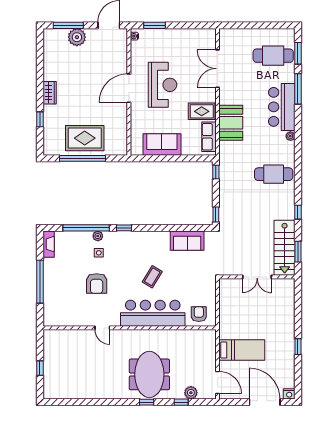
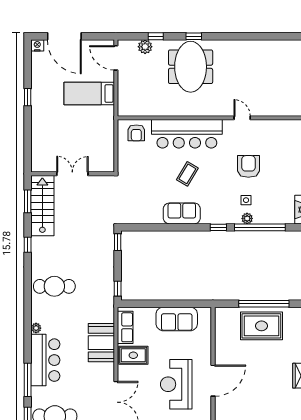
sofa: (187, 241) -> (182, 213), moved

